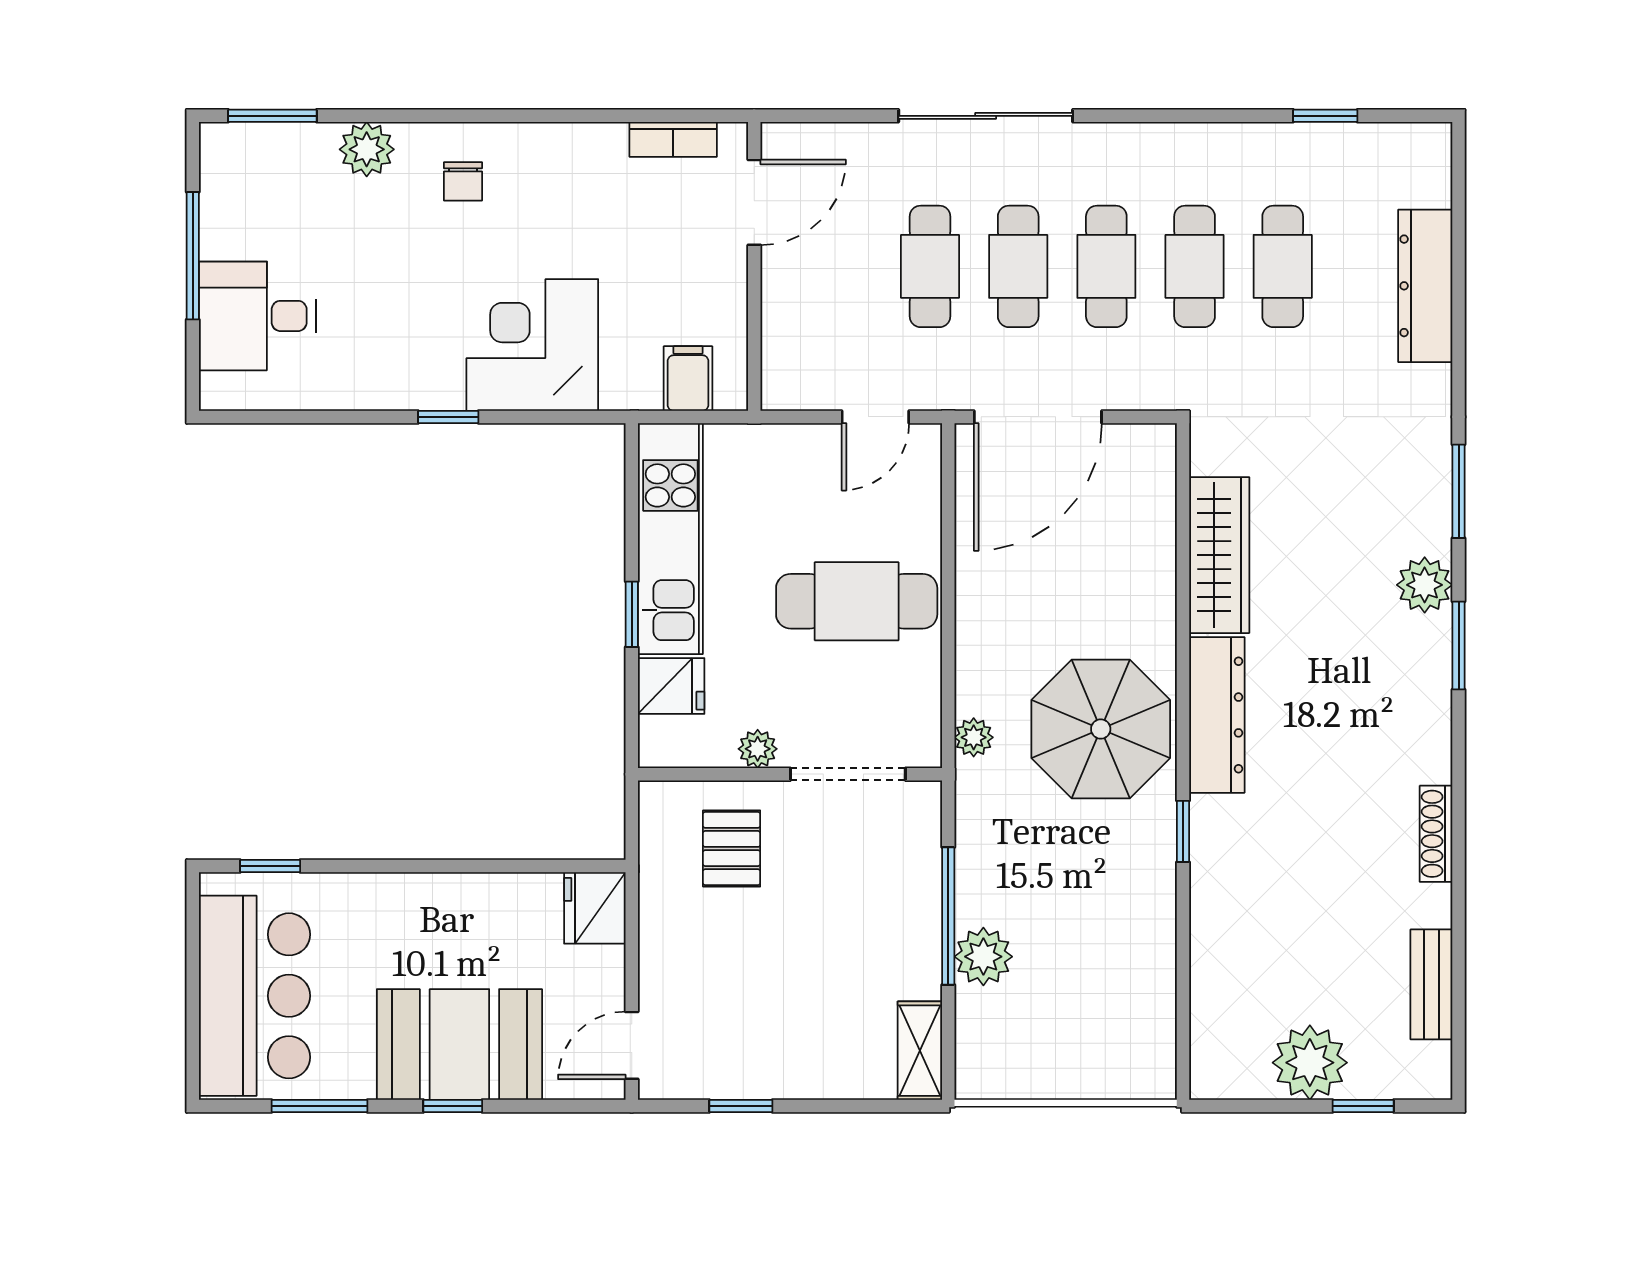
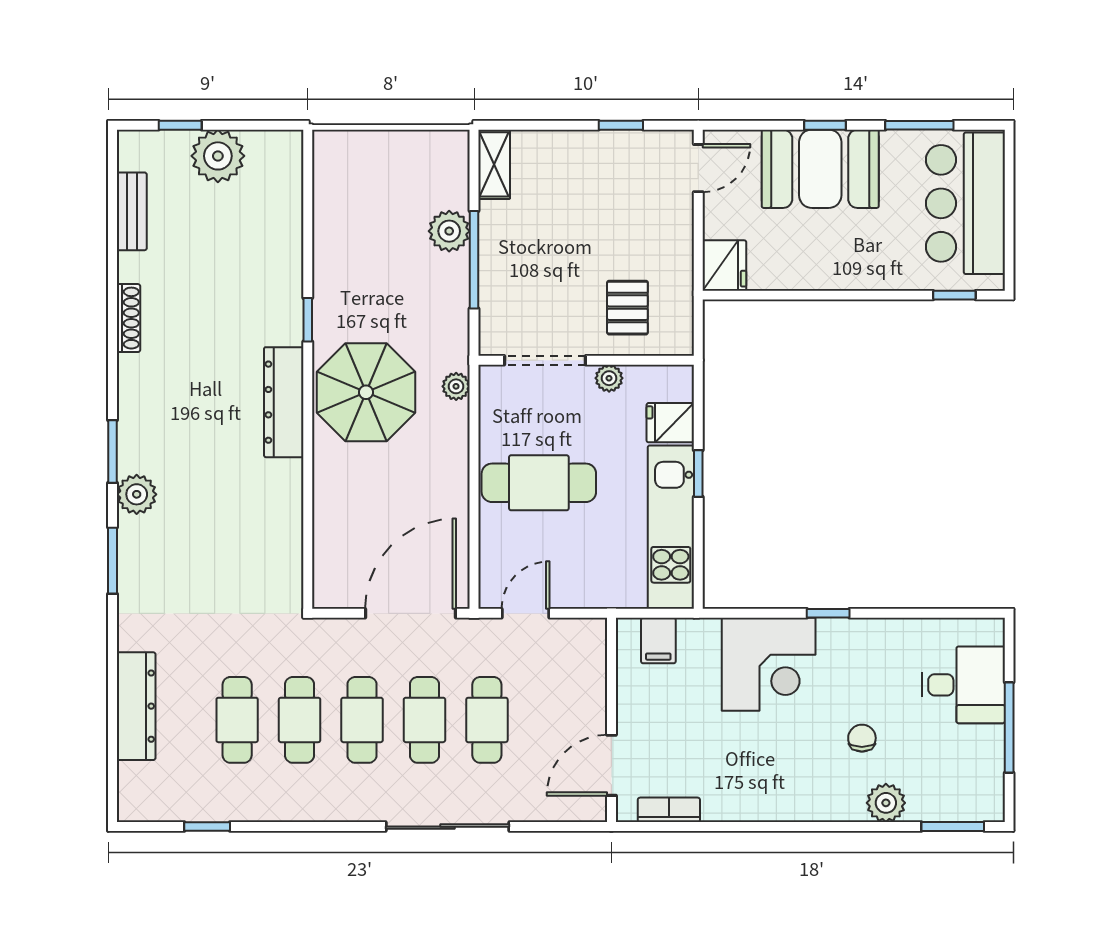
chair: (463, 181) -> (862, 738), moved
wardrobe: (1219, 555) -> (282, 515), removed

